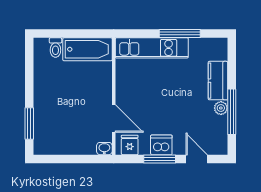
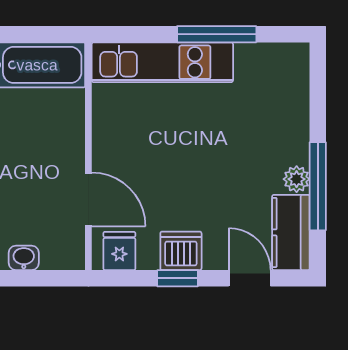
kitchen counter: (218, 81) -> (291, 232), moved
washbasin: (104, 149) -> (24, 258), moved
window: (160, 159) -> (178, 278), width x0.67

